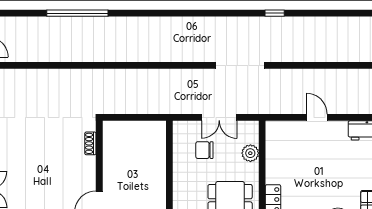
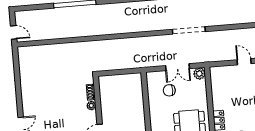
plant: (250, 153) -> (199, 74), moved
plant: (89, 163) -> (91, 106), added

